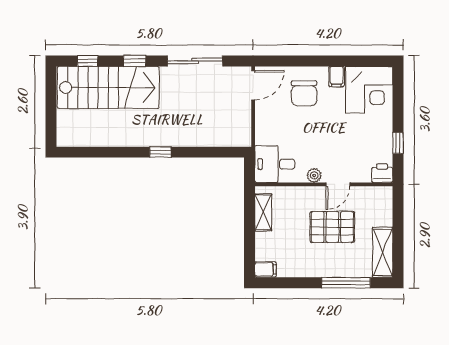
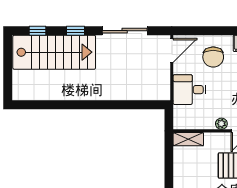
window: (160, 152) -> (97, 105), removed
desk: (275, 164) -> (189, 90), moved
shelving: (263, 212) -> (188, 139), moved, turned 90

